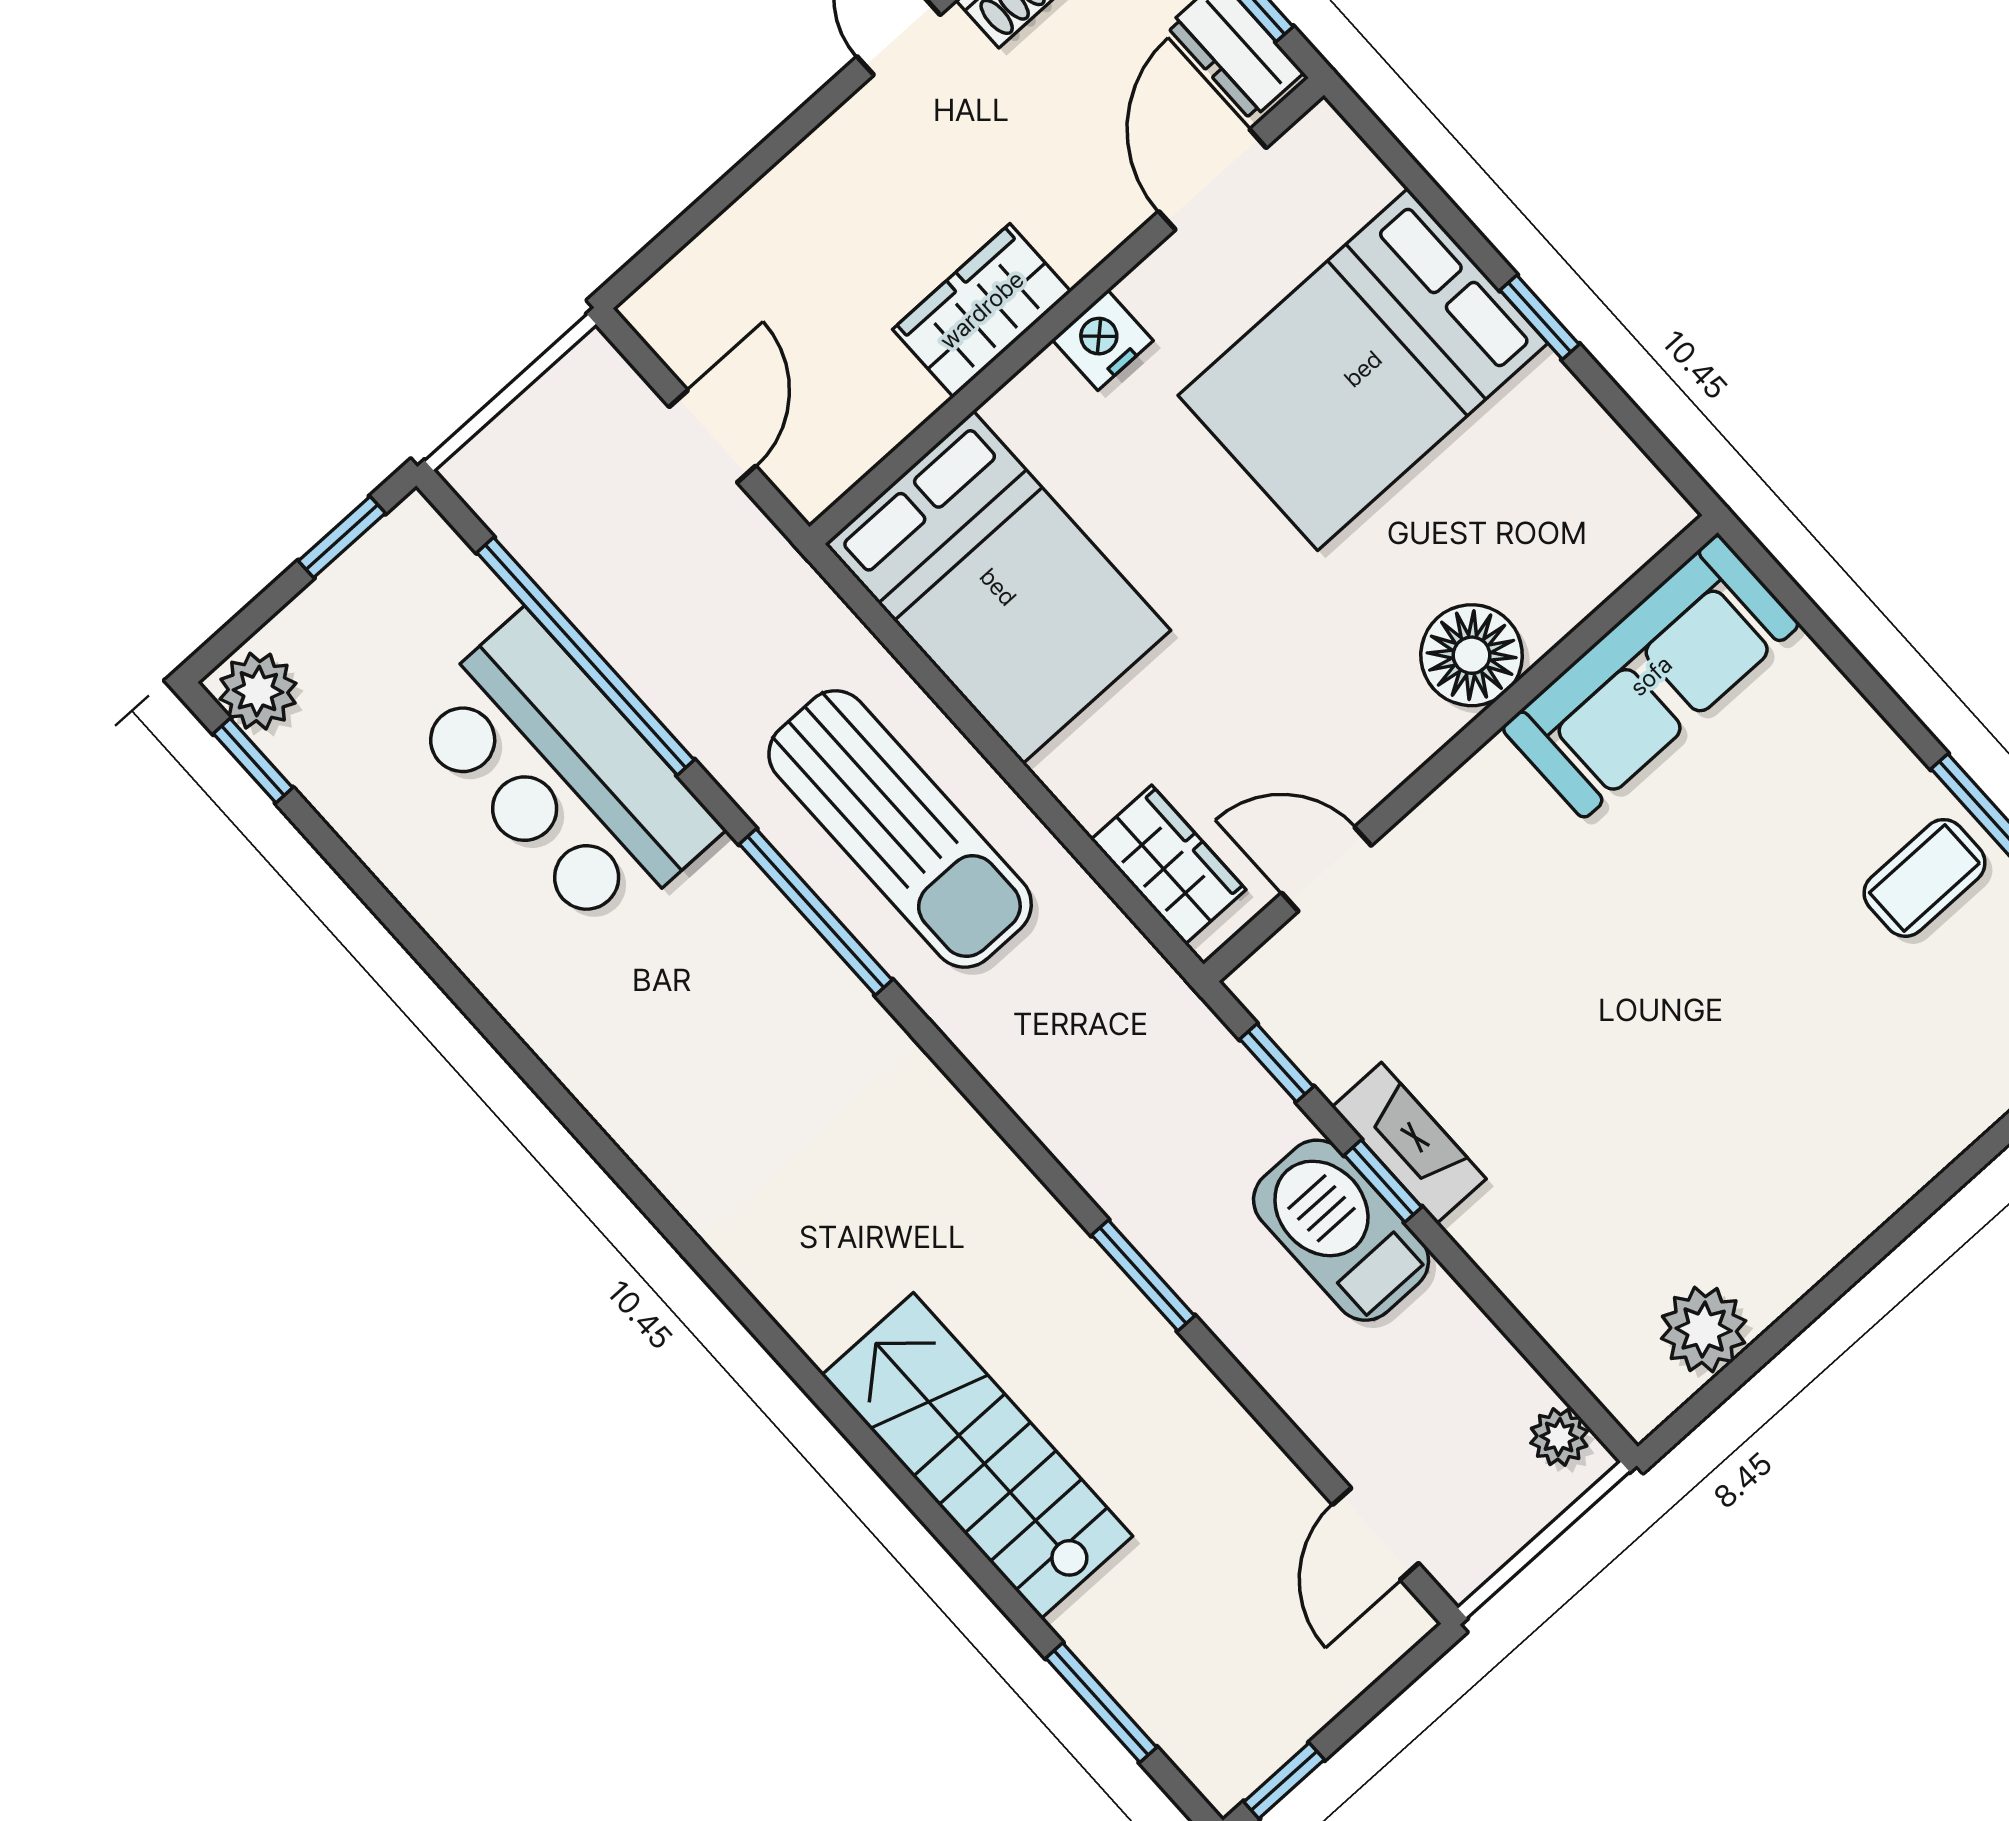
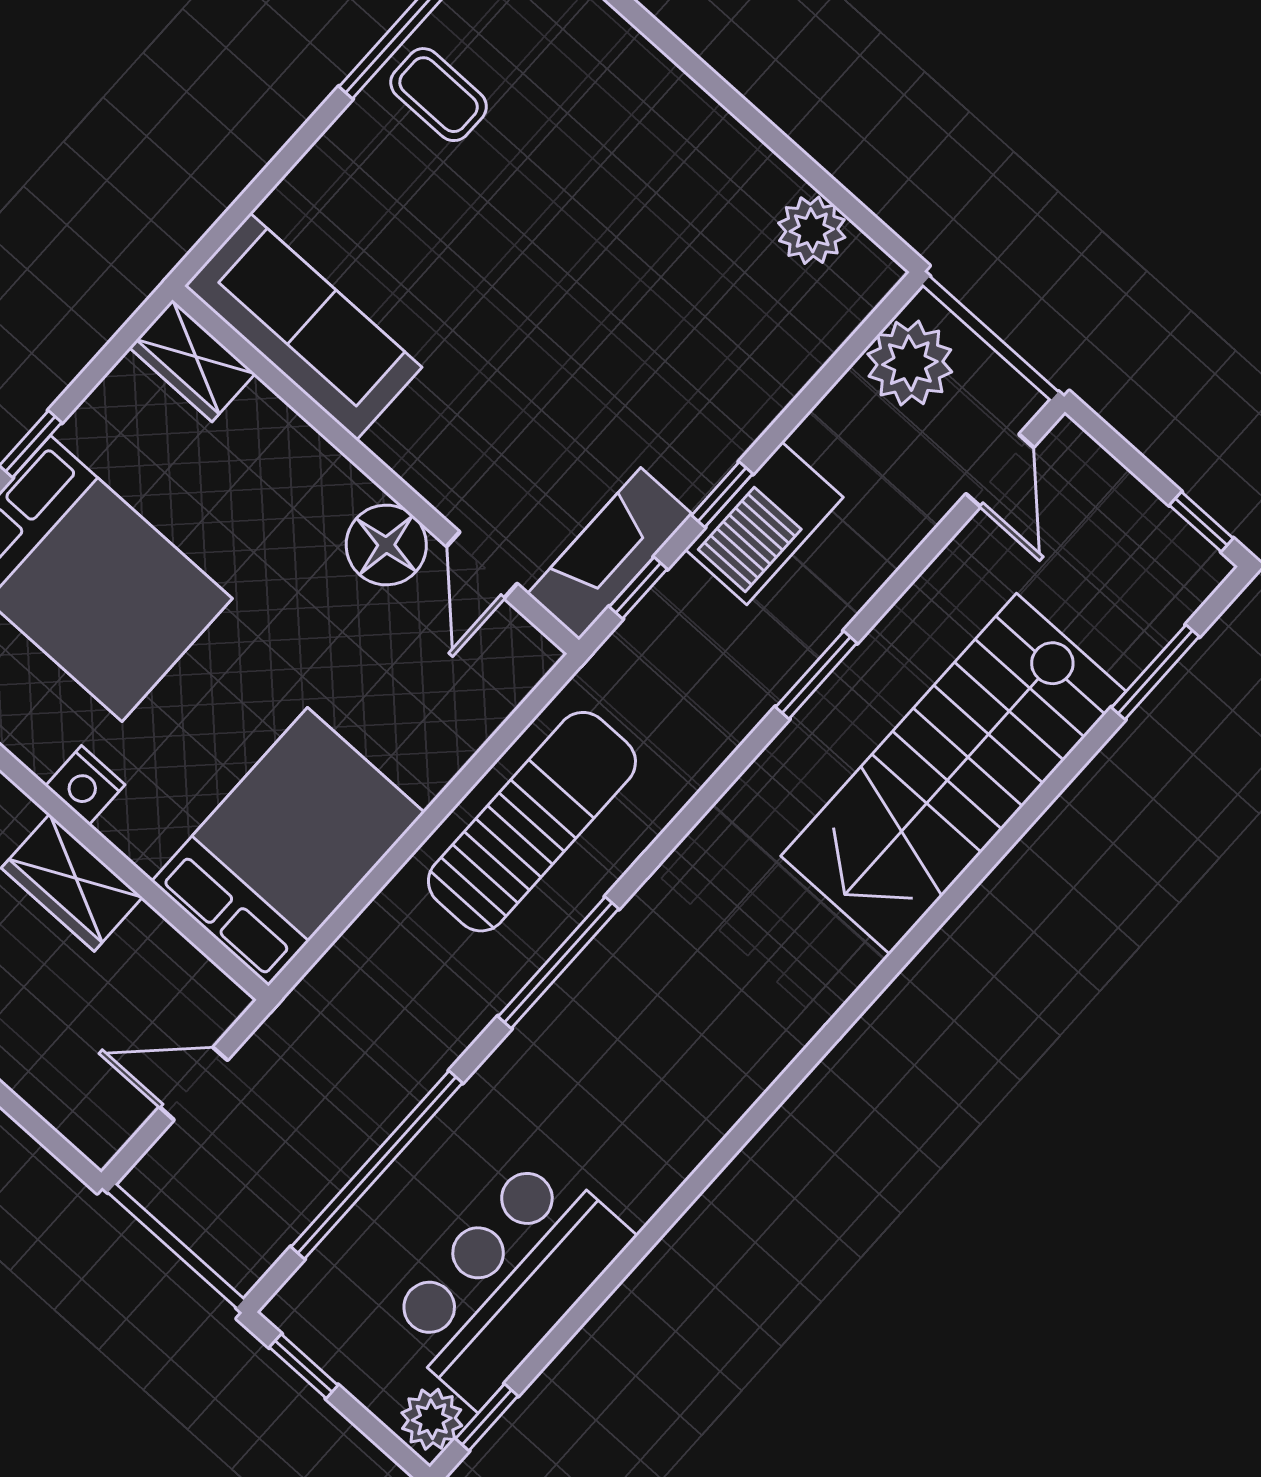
floor lamp: (1472, 655) -> (386, 545), moved
bar counter: (563, 774) -> (509, 1280), moved, turned 180
sun lounger: (900, 829) -> (532, 822), moved
wardrobe: (1168, 865) -> (192, 361), moved, turned -90
fireplace: (1409, 1143) -> (610, 554), moved, width x1.37, depth x1.32
plant: (1559, 1437) -> (910, 363), width x1.88, depth x1.88
stairs: (977, 1456) -> (953, 774), width x1.36, depth x1.51
door: (1376, 1534) -> (1000, 471), hinge flipped

